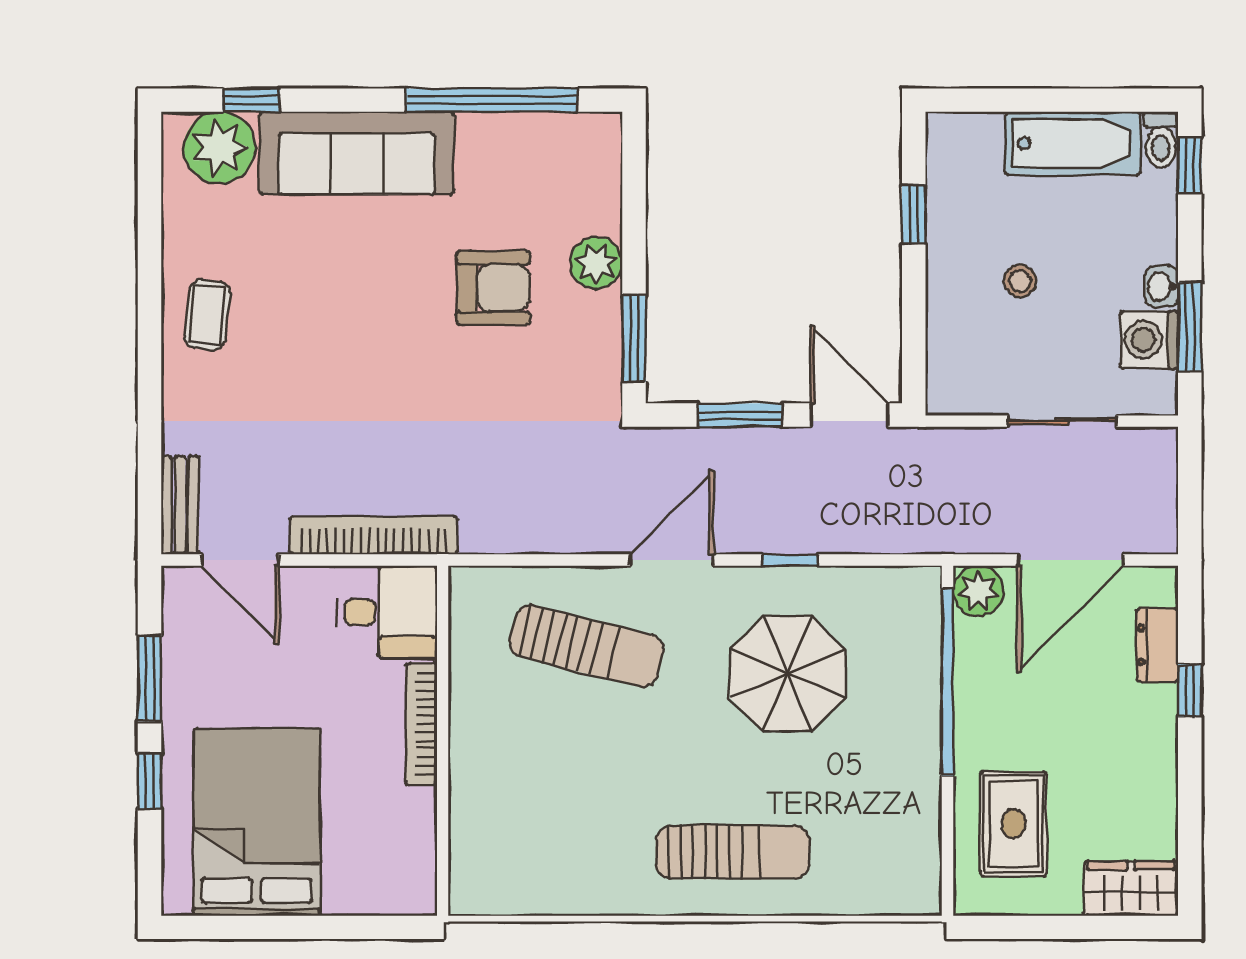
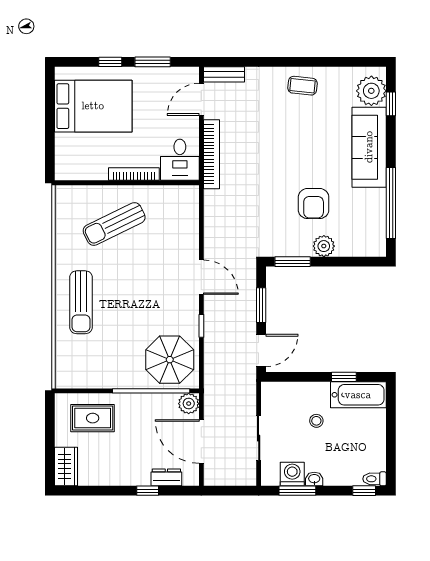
bathtub: (1073, 143) -> (358, 395), moved, turned -90
sun lounger: (587, 646) -> (114, 224), moved, turned 50
parasol: (788, 674) -> (170, 360), moved

